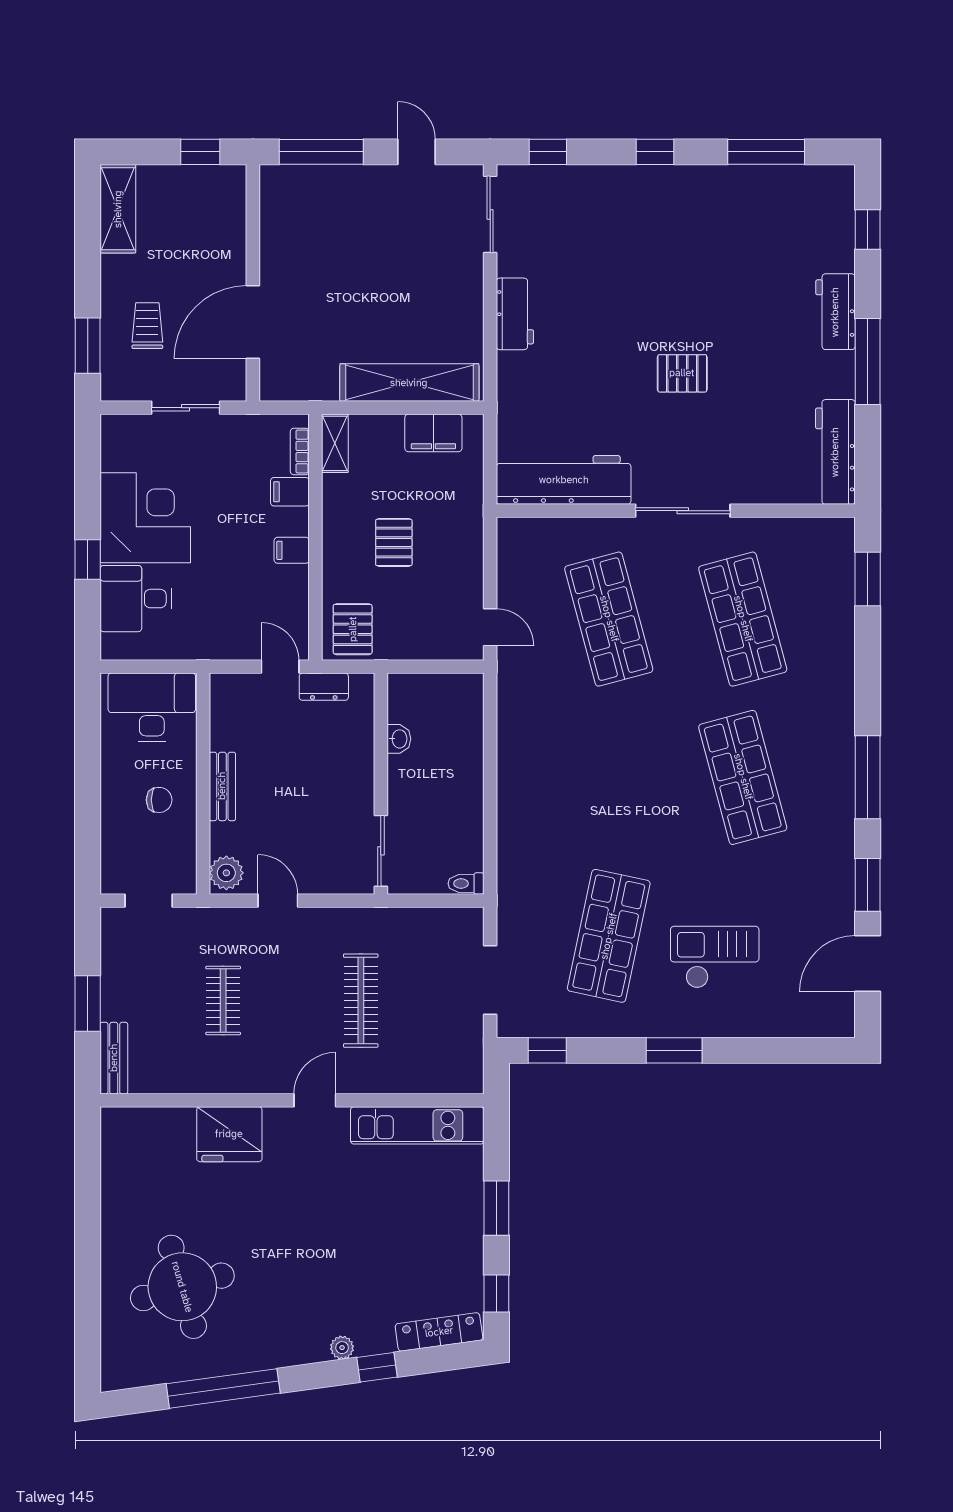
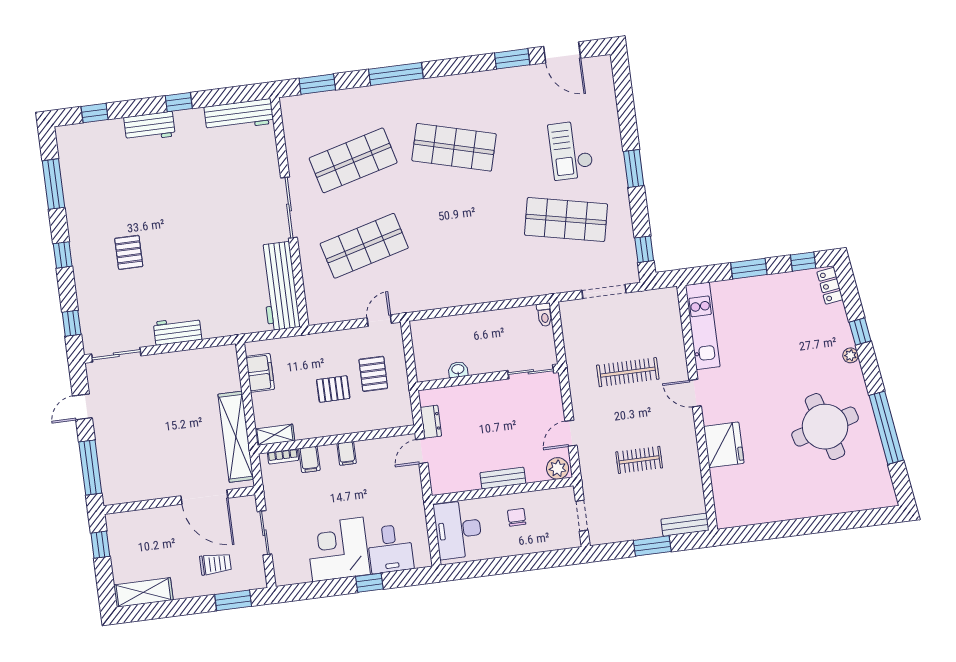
trolley: (147, 326) -> (215, 564), turned 180
window: (868, 362) -> (179, 102), width x0.46
pallet: (682, 373) -> (129, 252), moved
shelving: (409, 383) -> (236, 437), moved
pallet: (353, 629) -> (373, 374), moved, turned 90
shop shelf: (743, 777) -> (454, 147), turned 30
window: (868, 777) -> (396, 74), moved
round table: (182, 1287) -> (825, 427), moved
locker: (439, 1332) -> (830, 286), width x0.66

